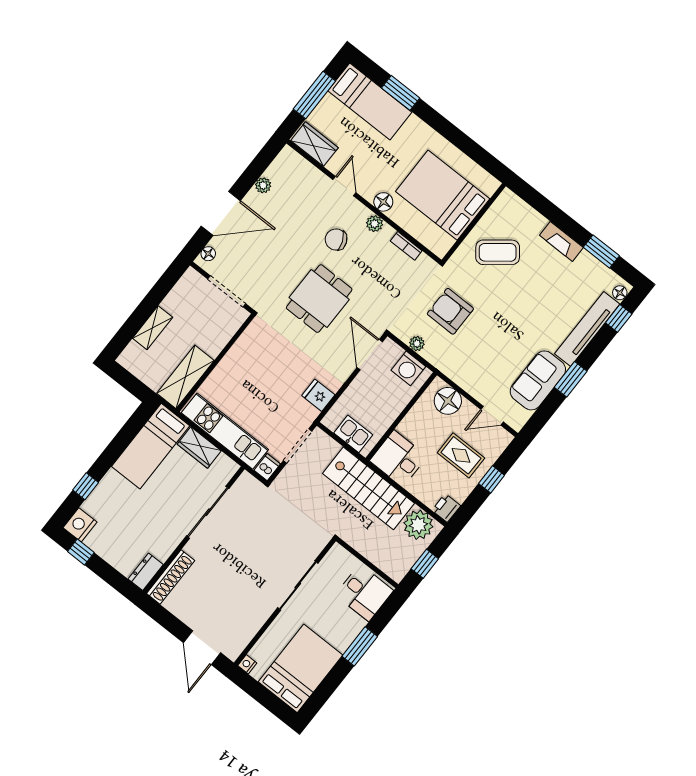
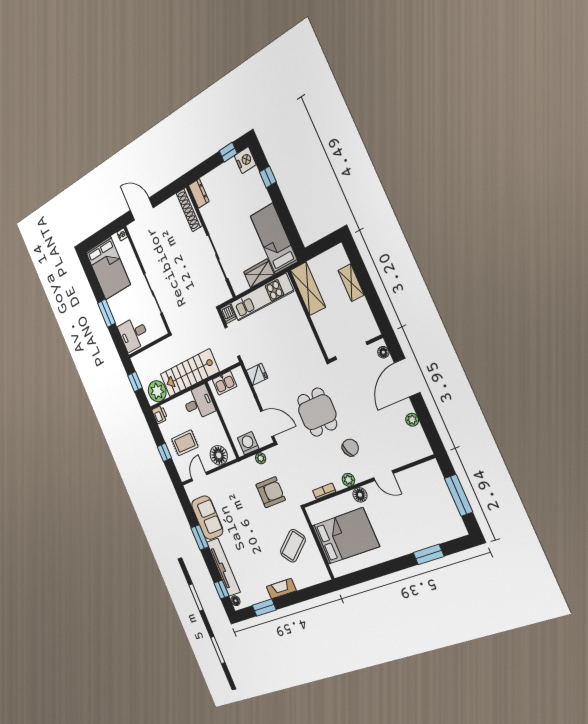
bed: (370, 101) -> (434, 530), removed
wardrobe: (314, 144) -> (423, 473), removed

